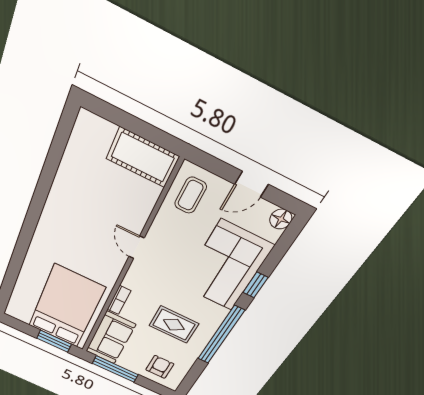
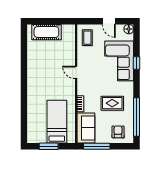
cot: (143, 157) -> (46, 32), moved
door: (251, 184) -> (109, 21), hinge flipped
bed: (66, 307) -> (57, 122), width x0.67
window: (221, 335) -> (137, 117), moved
window: (54, 341) -> (49, 146), moved

